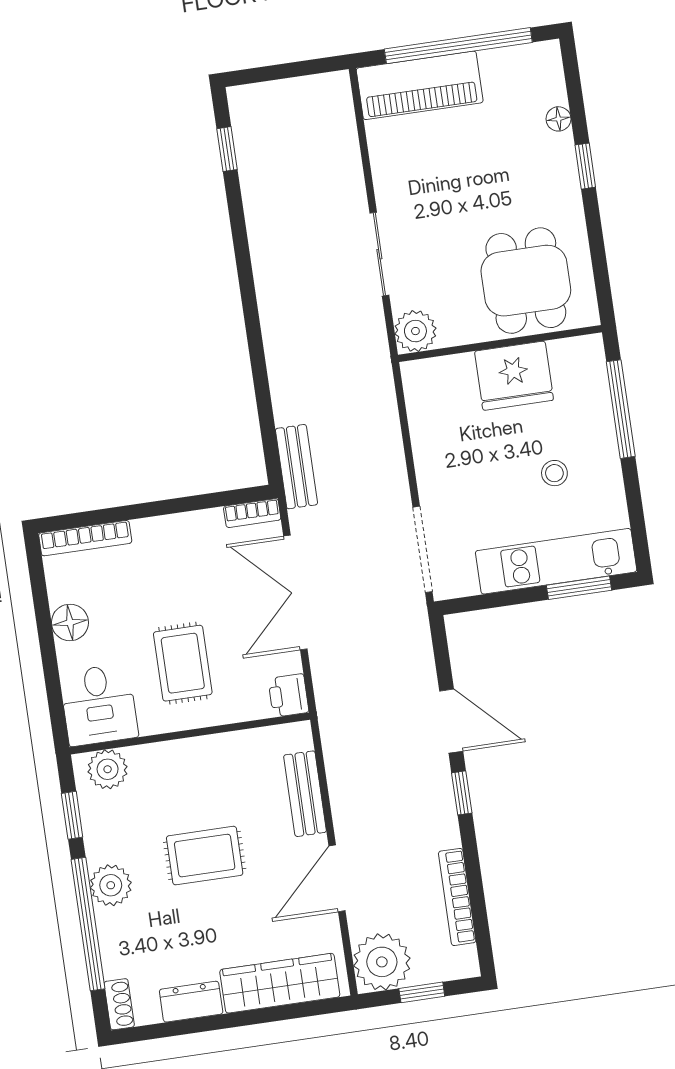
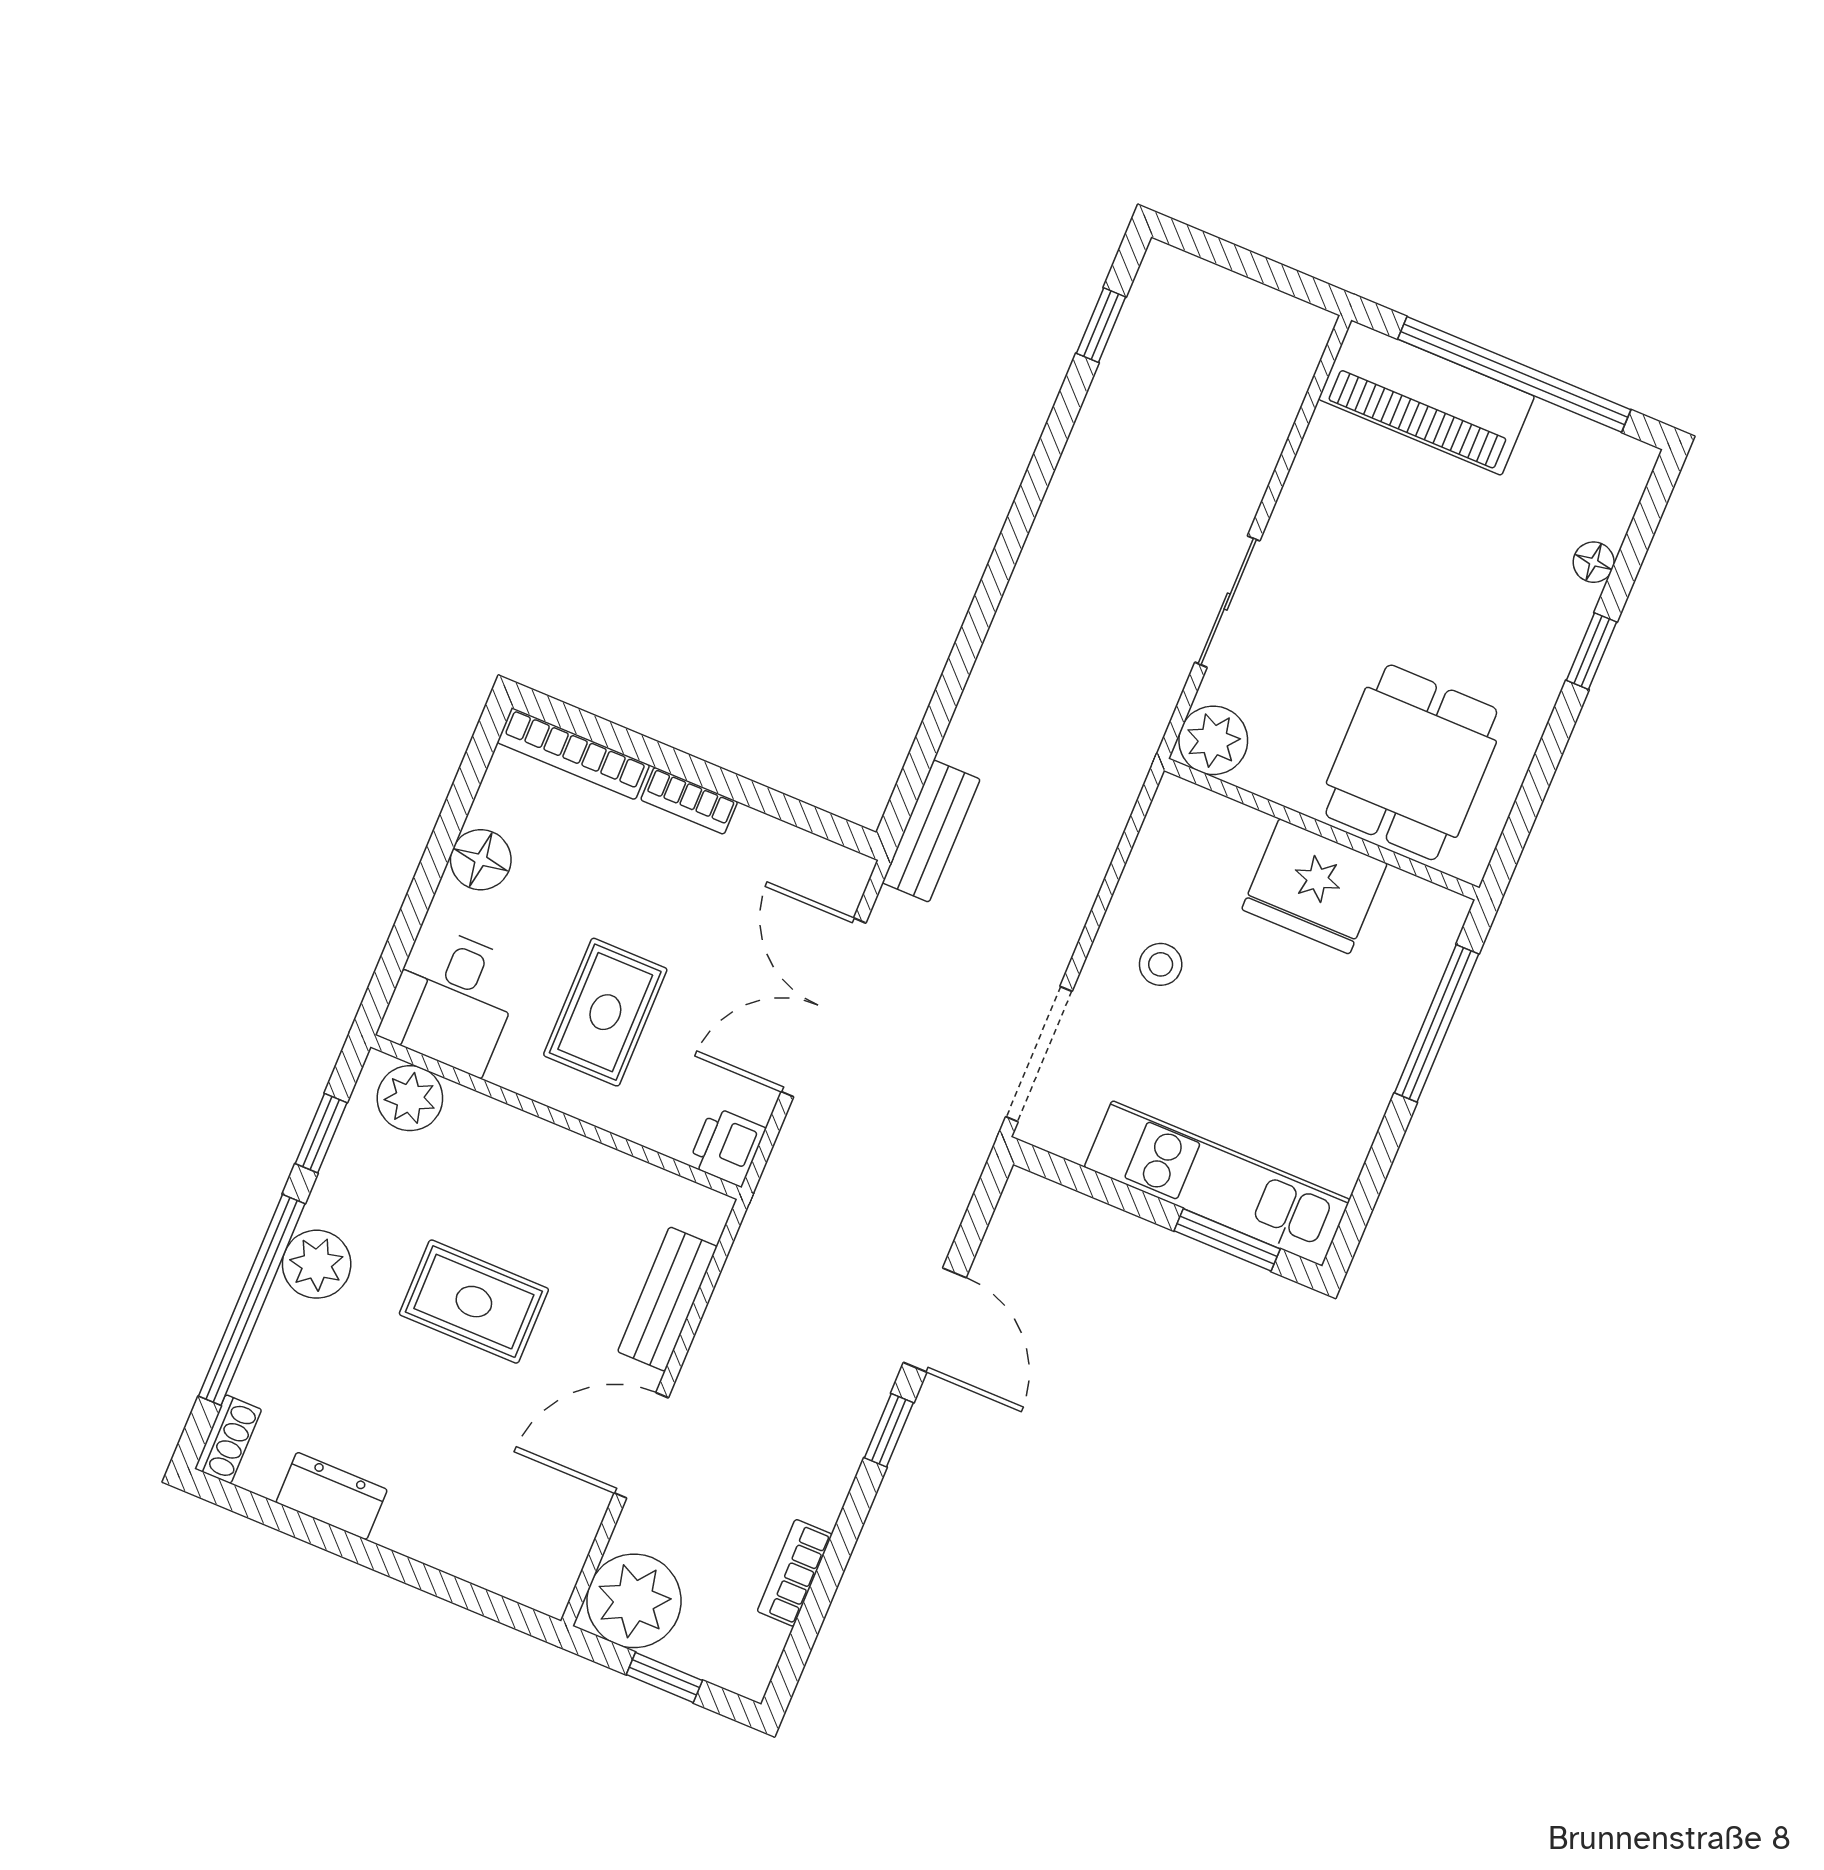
stool: (554, 473) -> (1161, 964), moved
bookcase: (252, 513) -> (689, 801), moved
bookcase: (457, 897) -> (795, 1573), width x0.64
wardrobe: (280, 983) -> (472, 1545), removed

